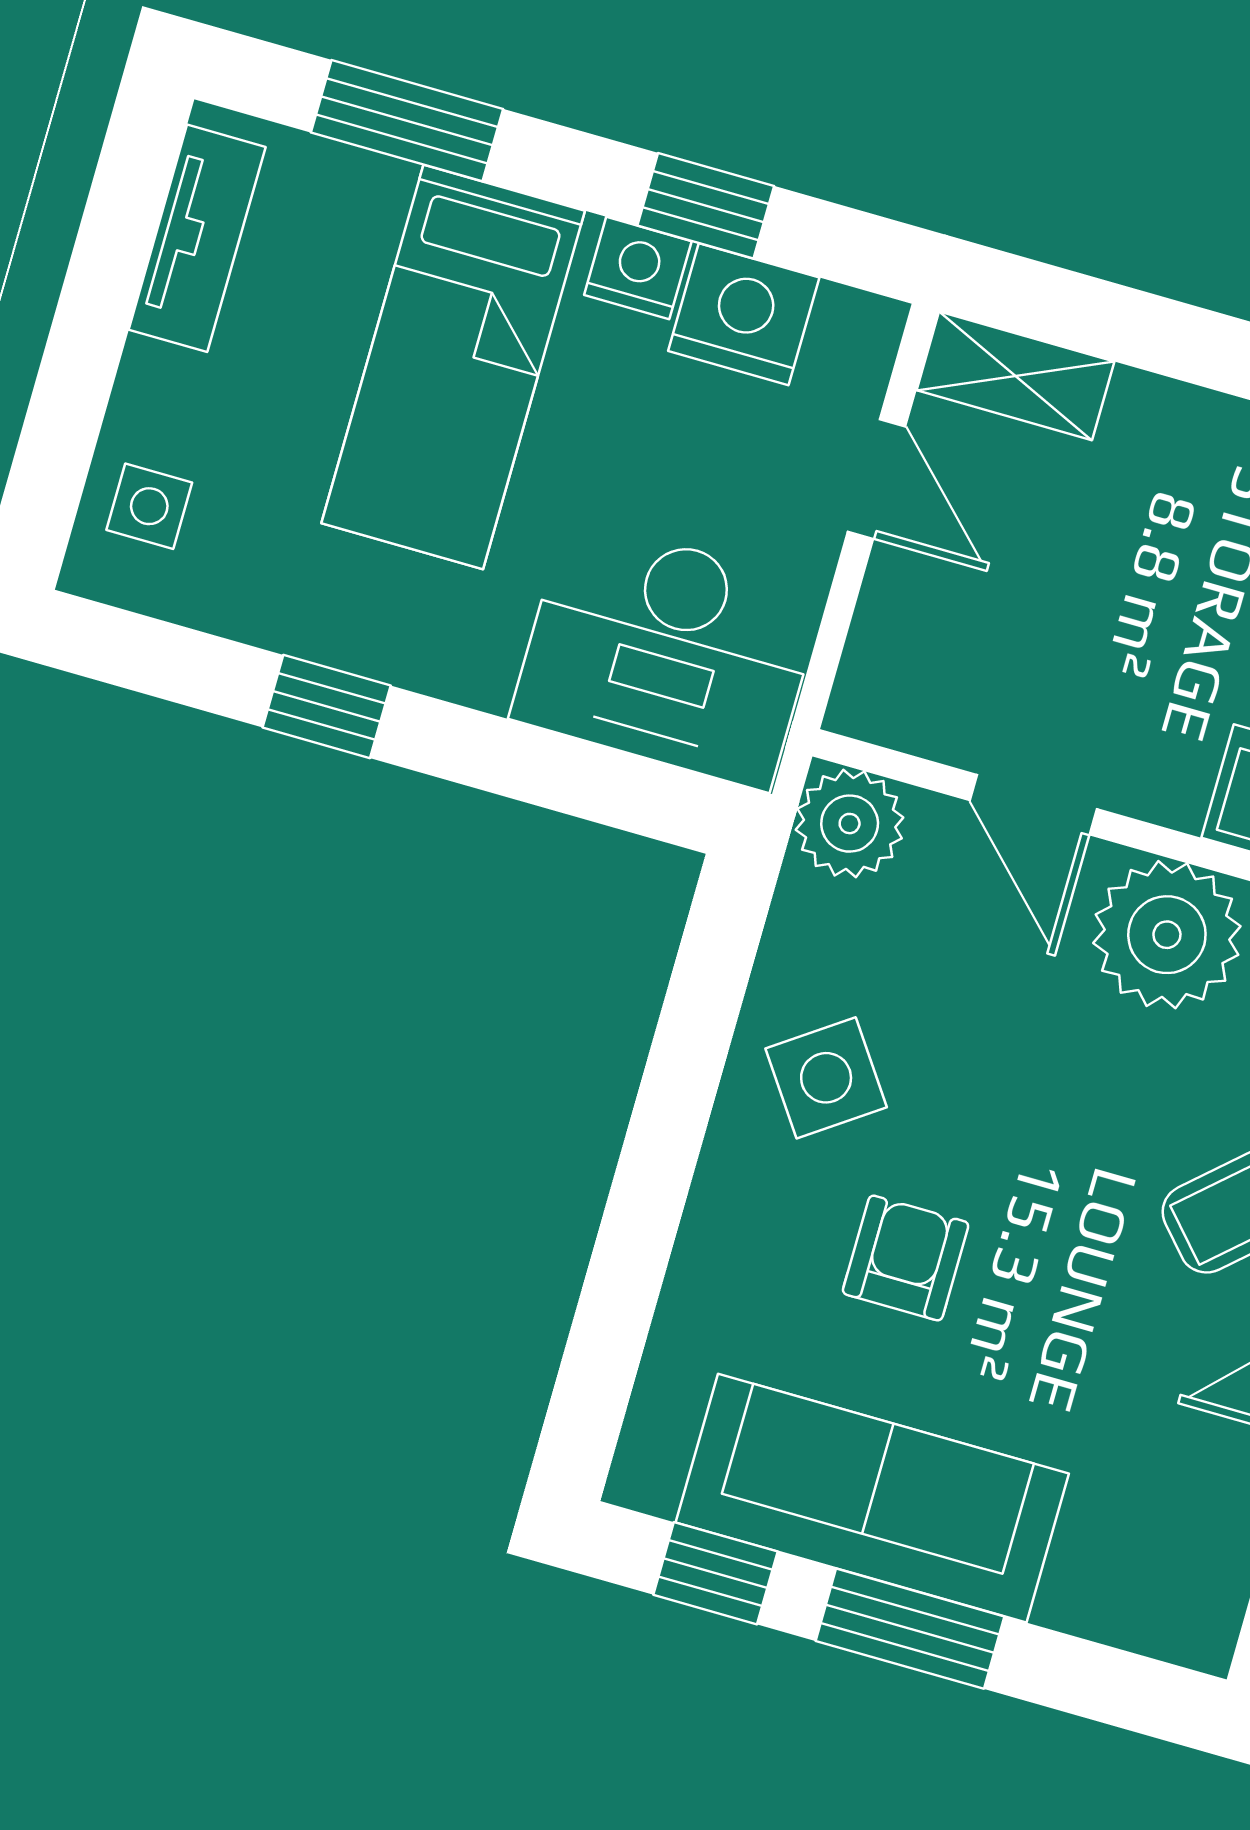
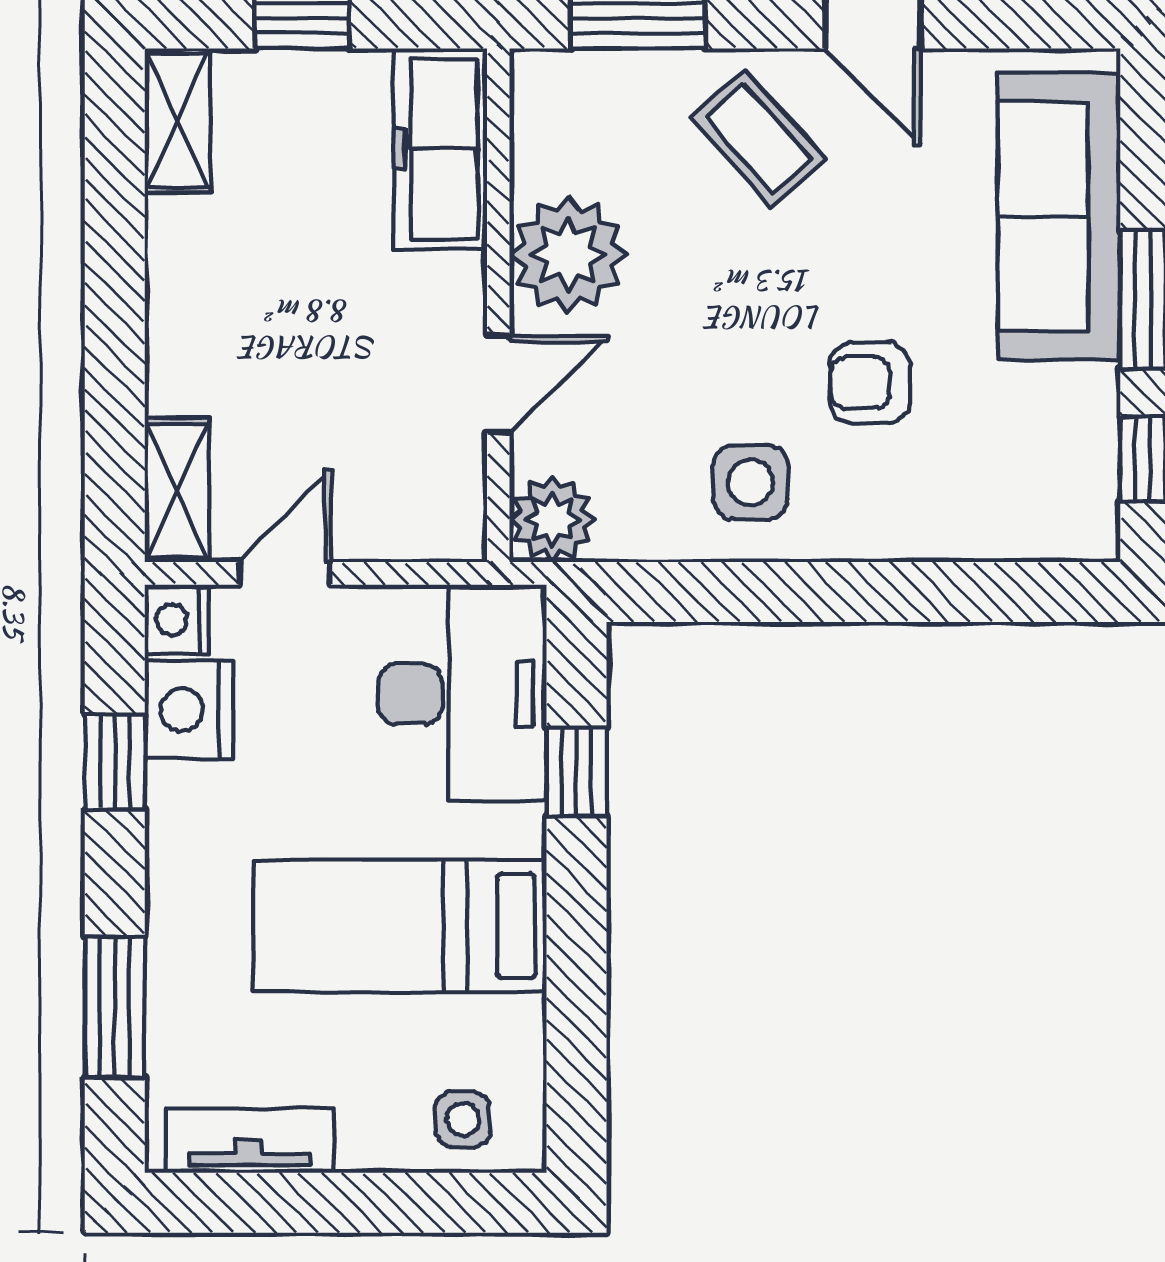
nightstand: (638, 268) -> (177, 619), moved
bed: (453, 367) -> (400, 926), moved, turned 180
window: (327, 706) -> (577, 772), moved
side table: (826, 1078) -> (750, 482), turned 35
sofa: (872, 1498) -> (1059, 216), moved

